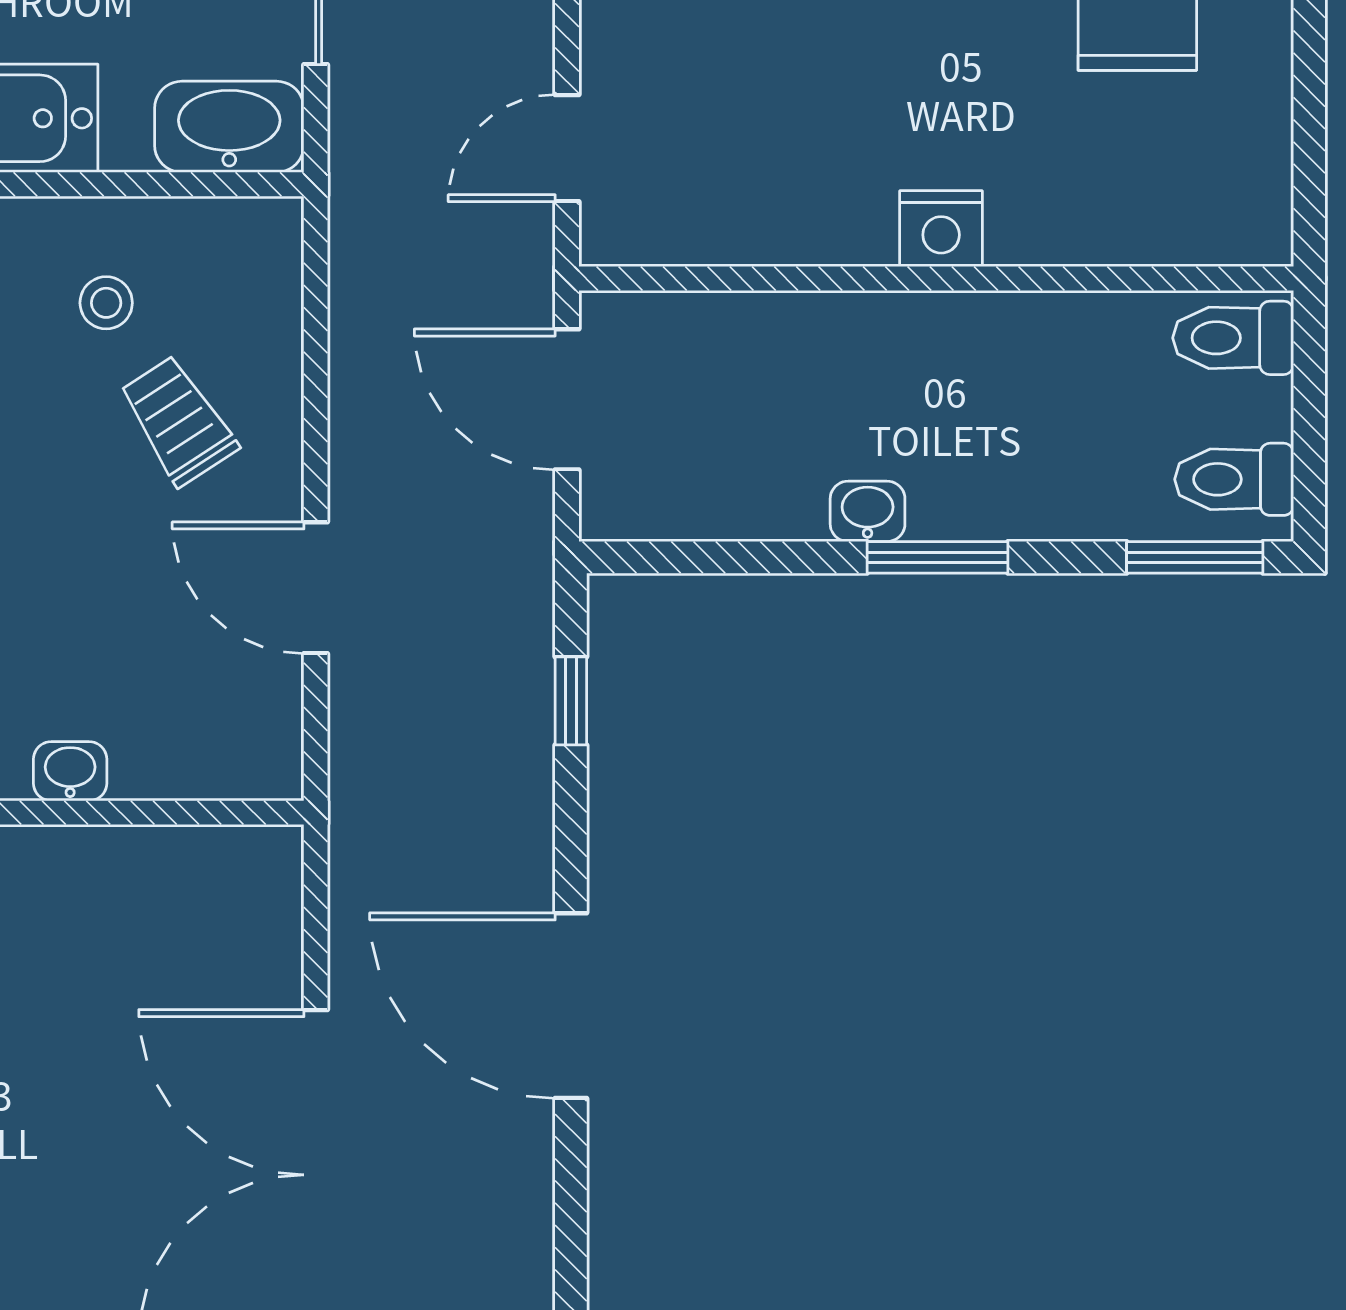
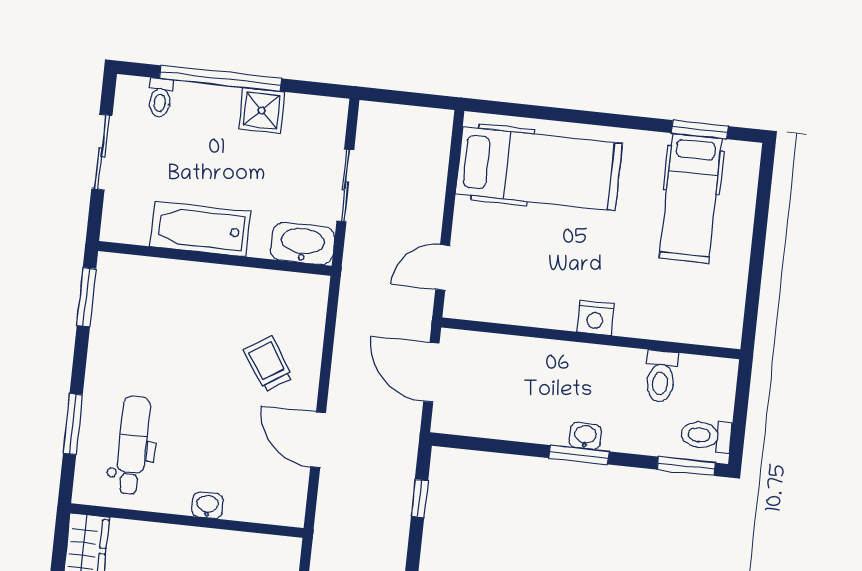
stool: (106, 303) -> (243, 311), removed
toilet: (1233, 338) -> (661, 376), moved, turned -90
washbasin: (868, 511) -> (585, 436), moved

